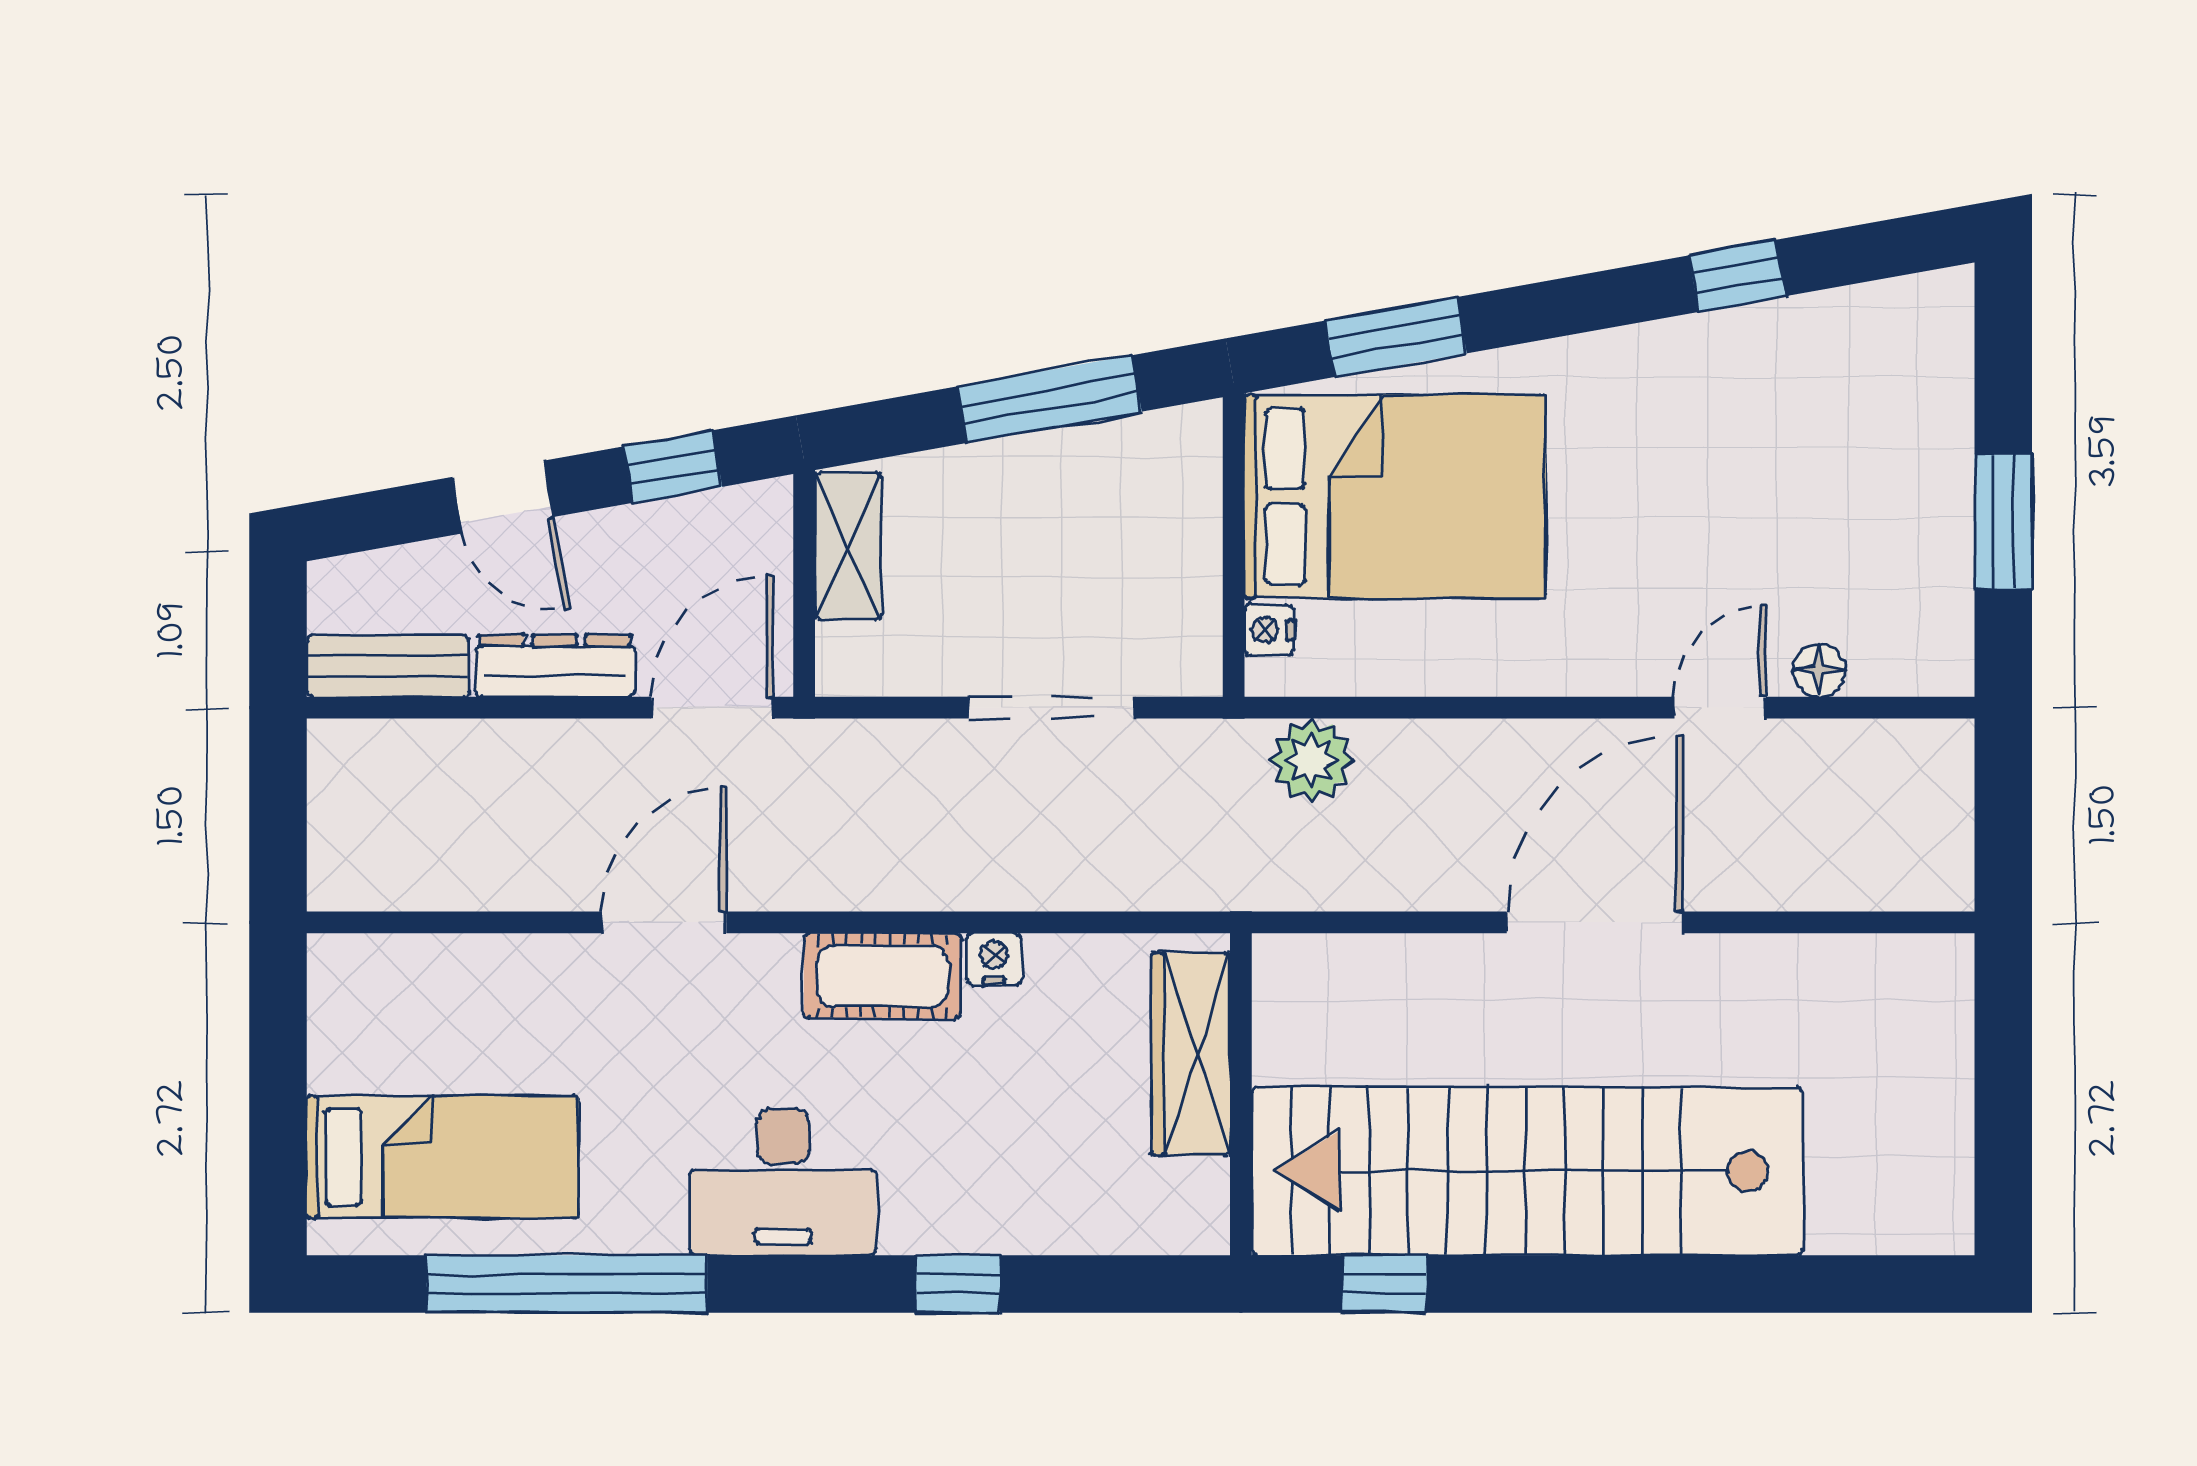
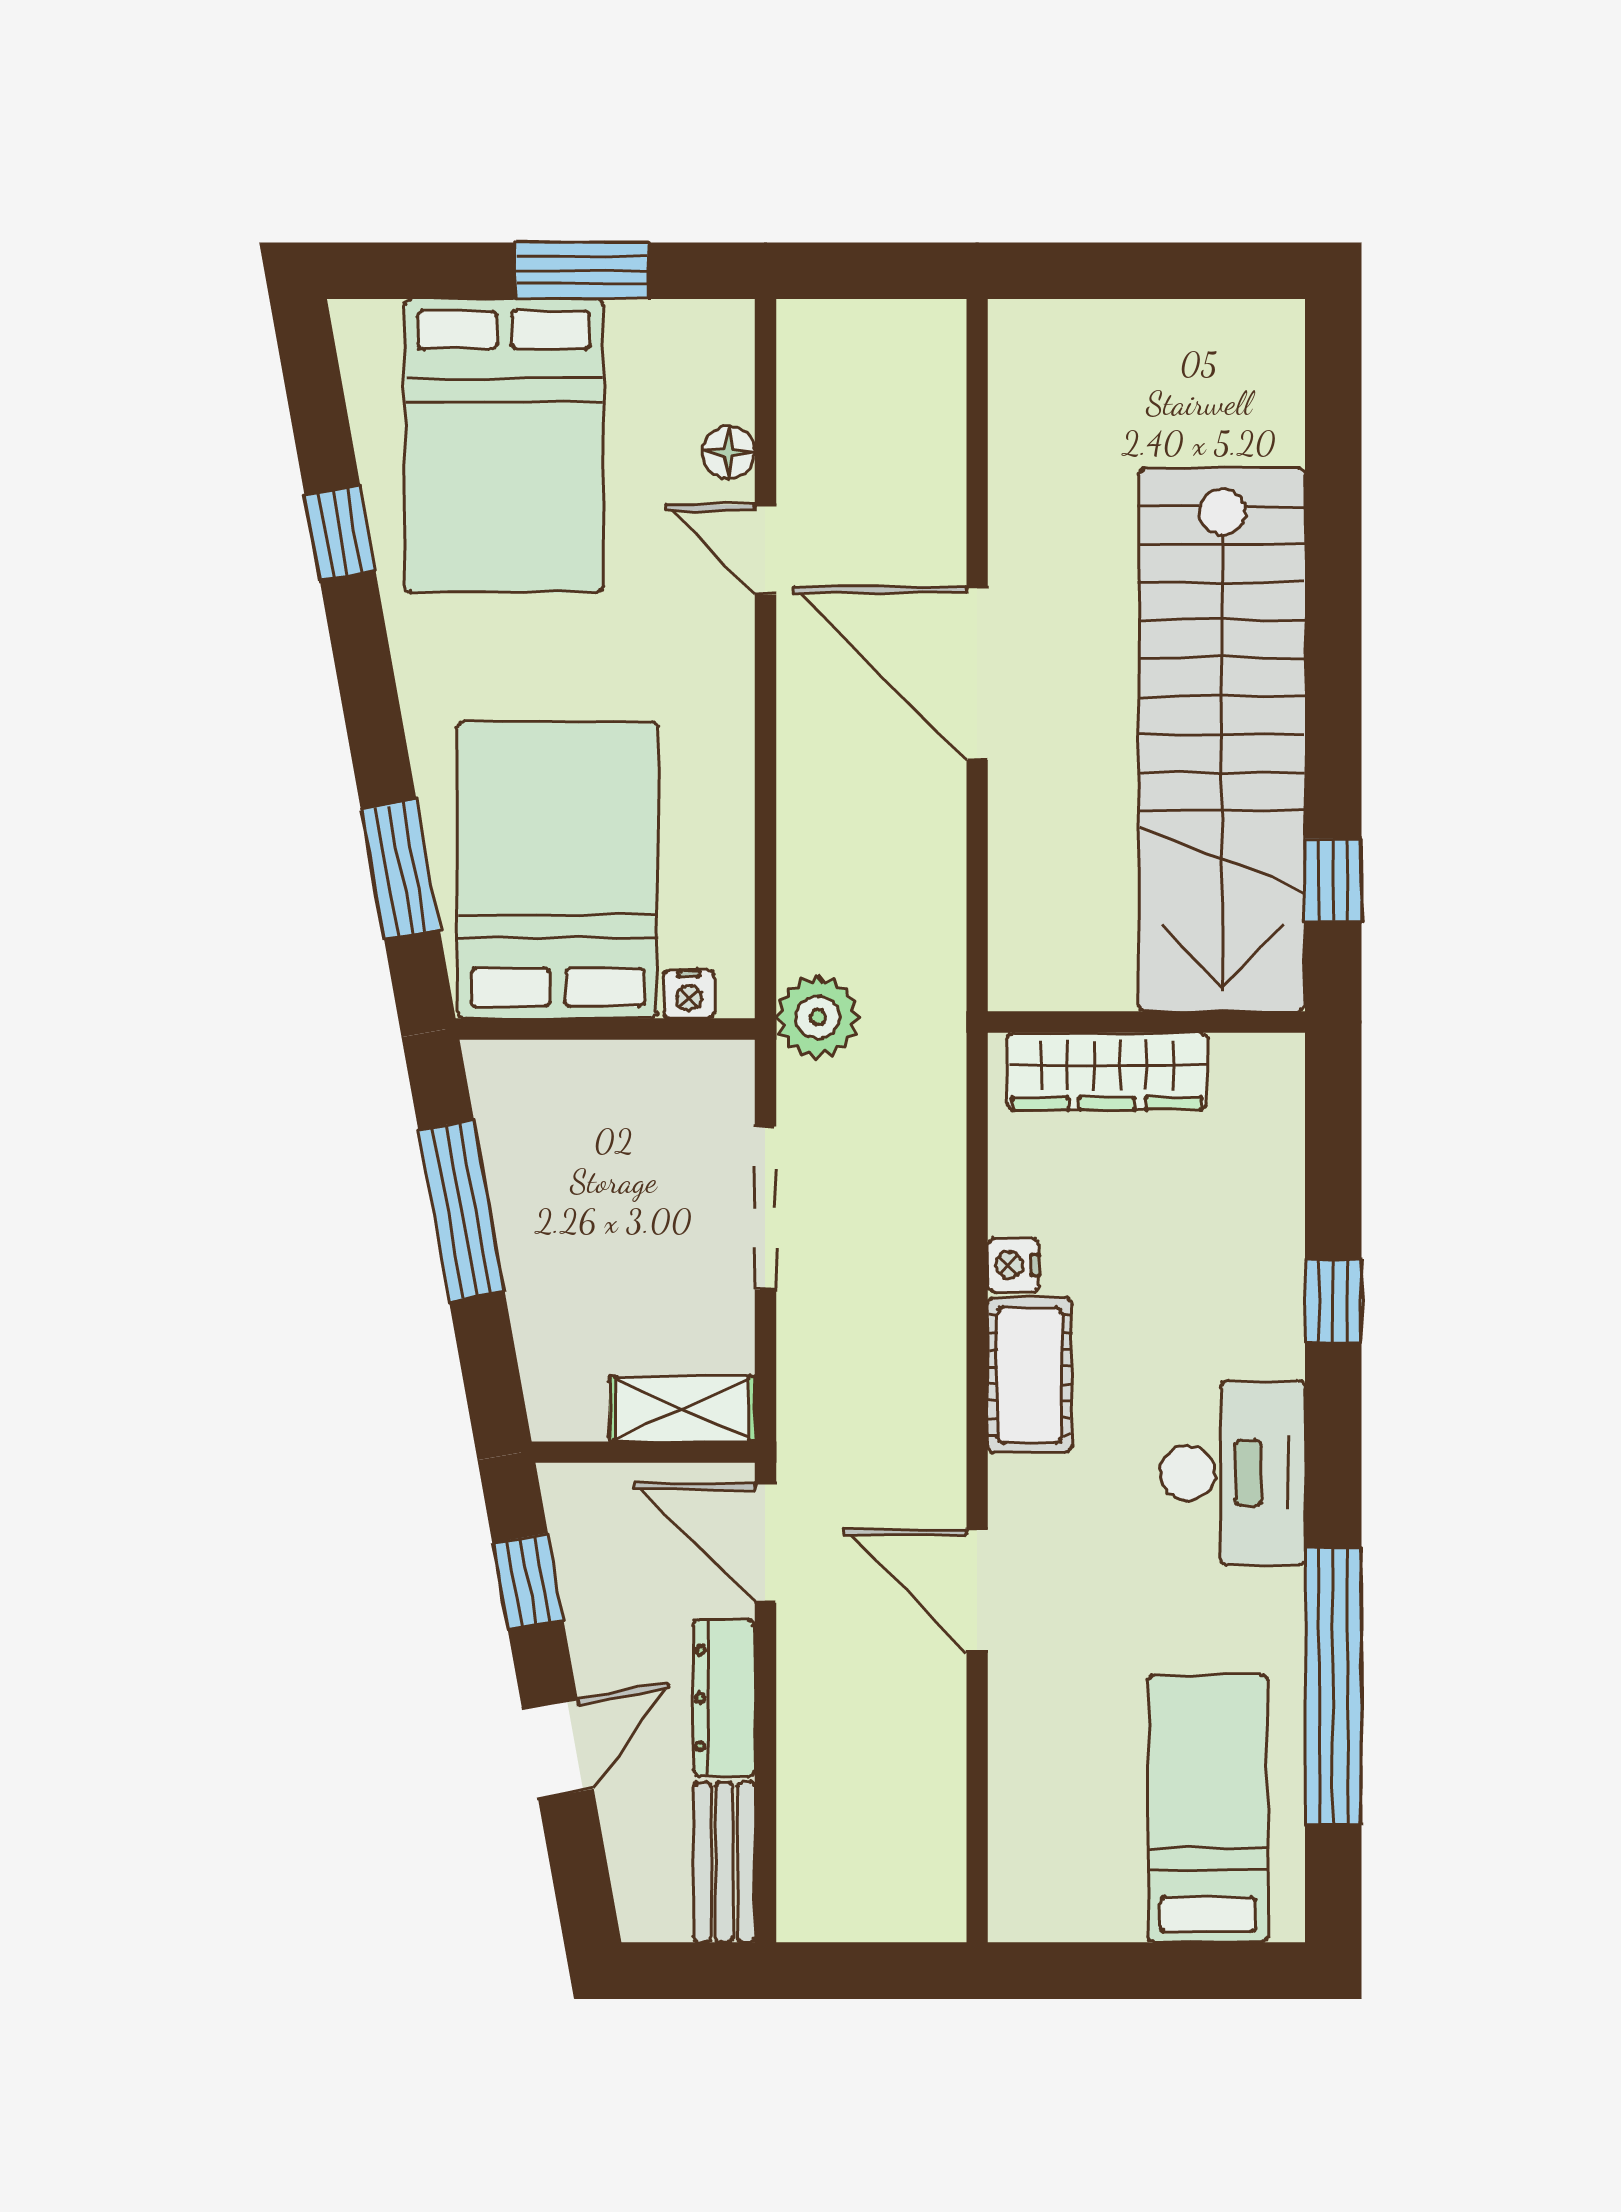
bed: (1826, 442) -> (504, 446), added
shelving: (848, 546) -> (682, 1409), moved
plant: (1312, 761) -> (818, 1017), moved

